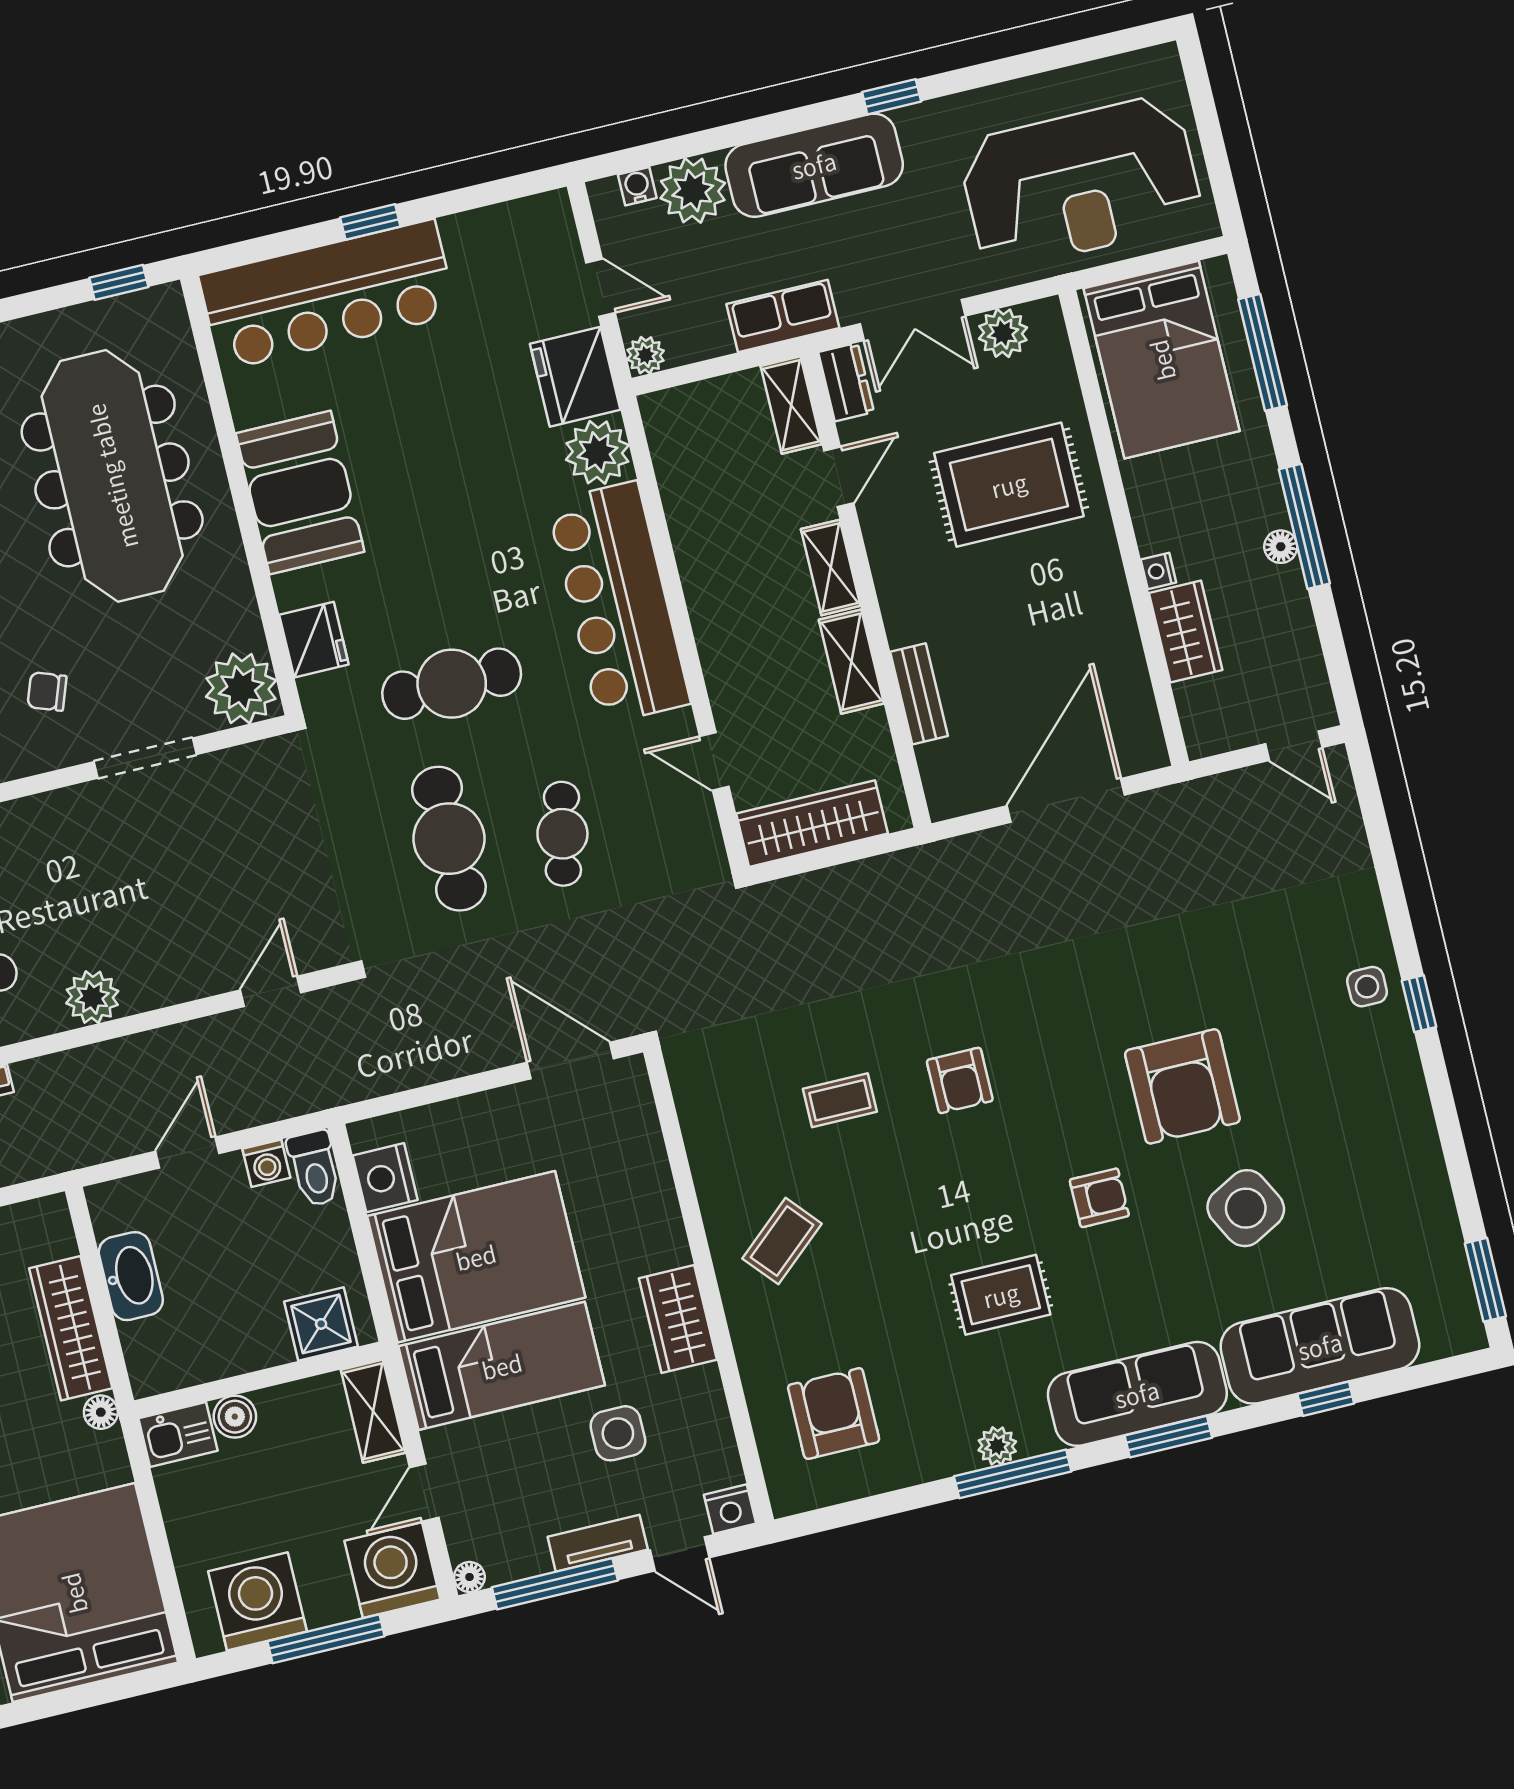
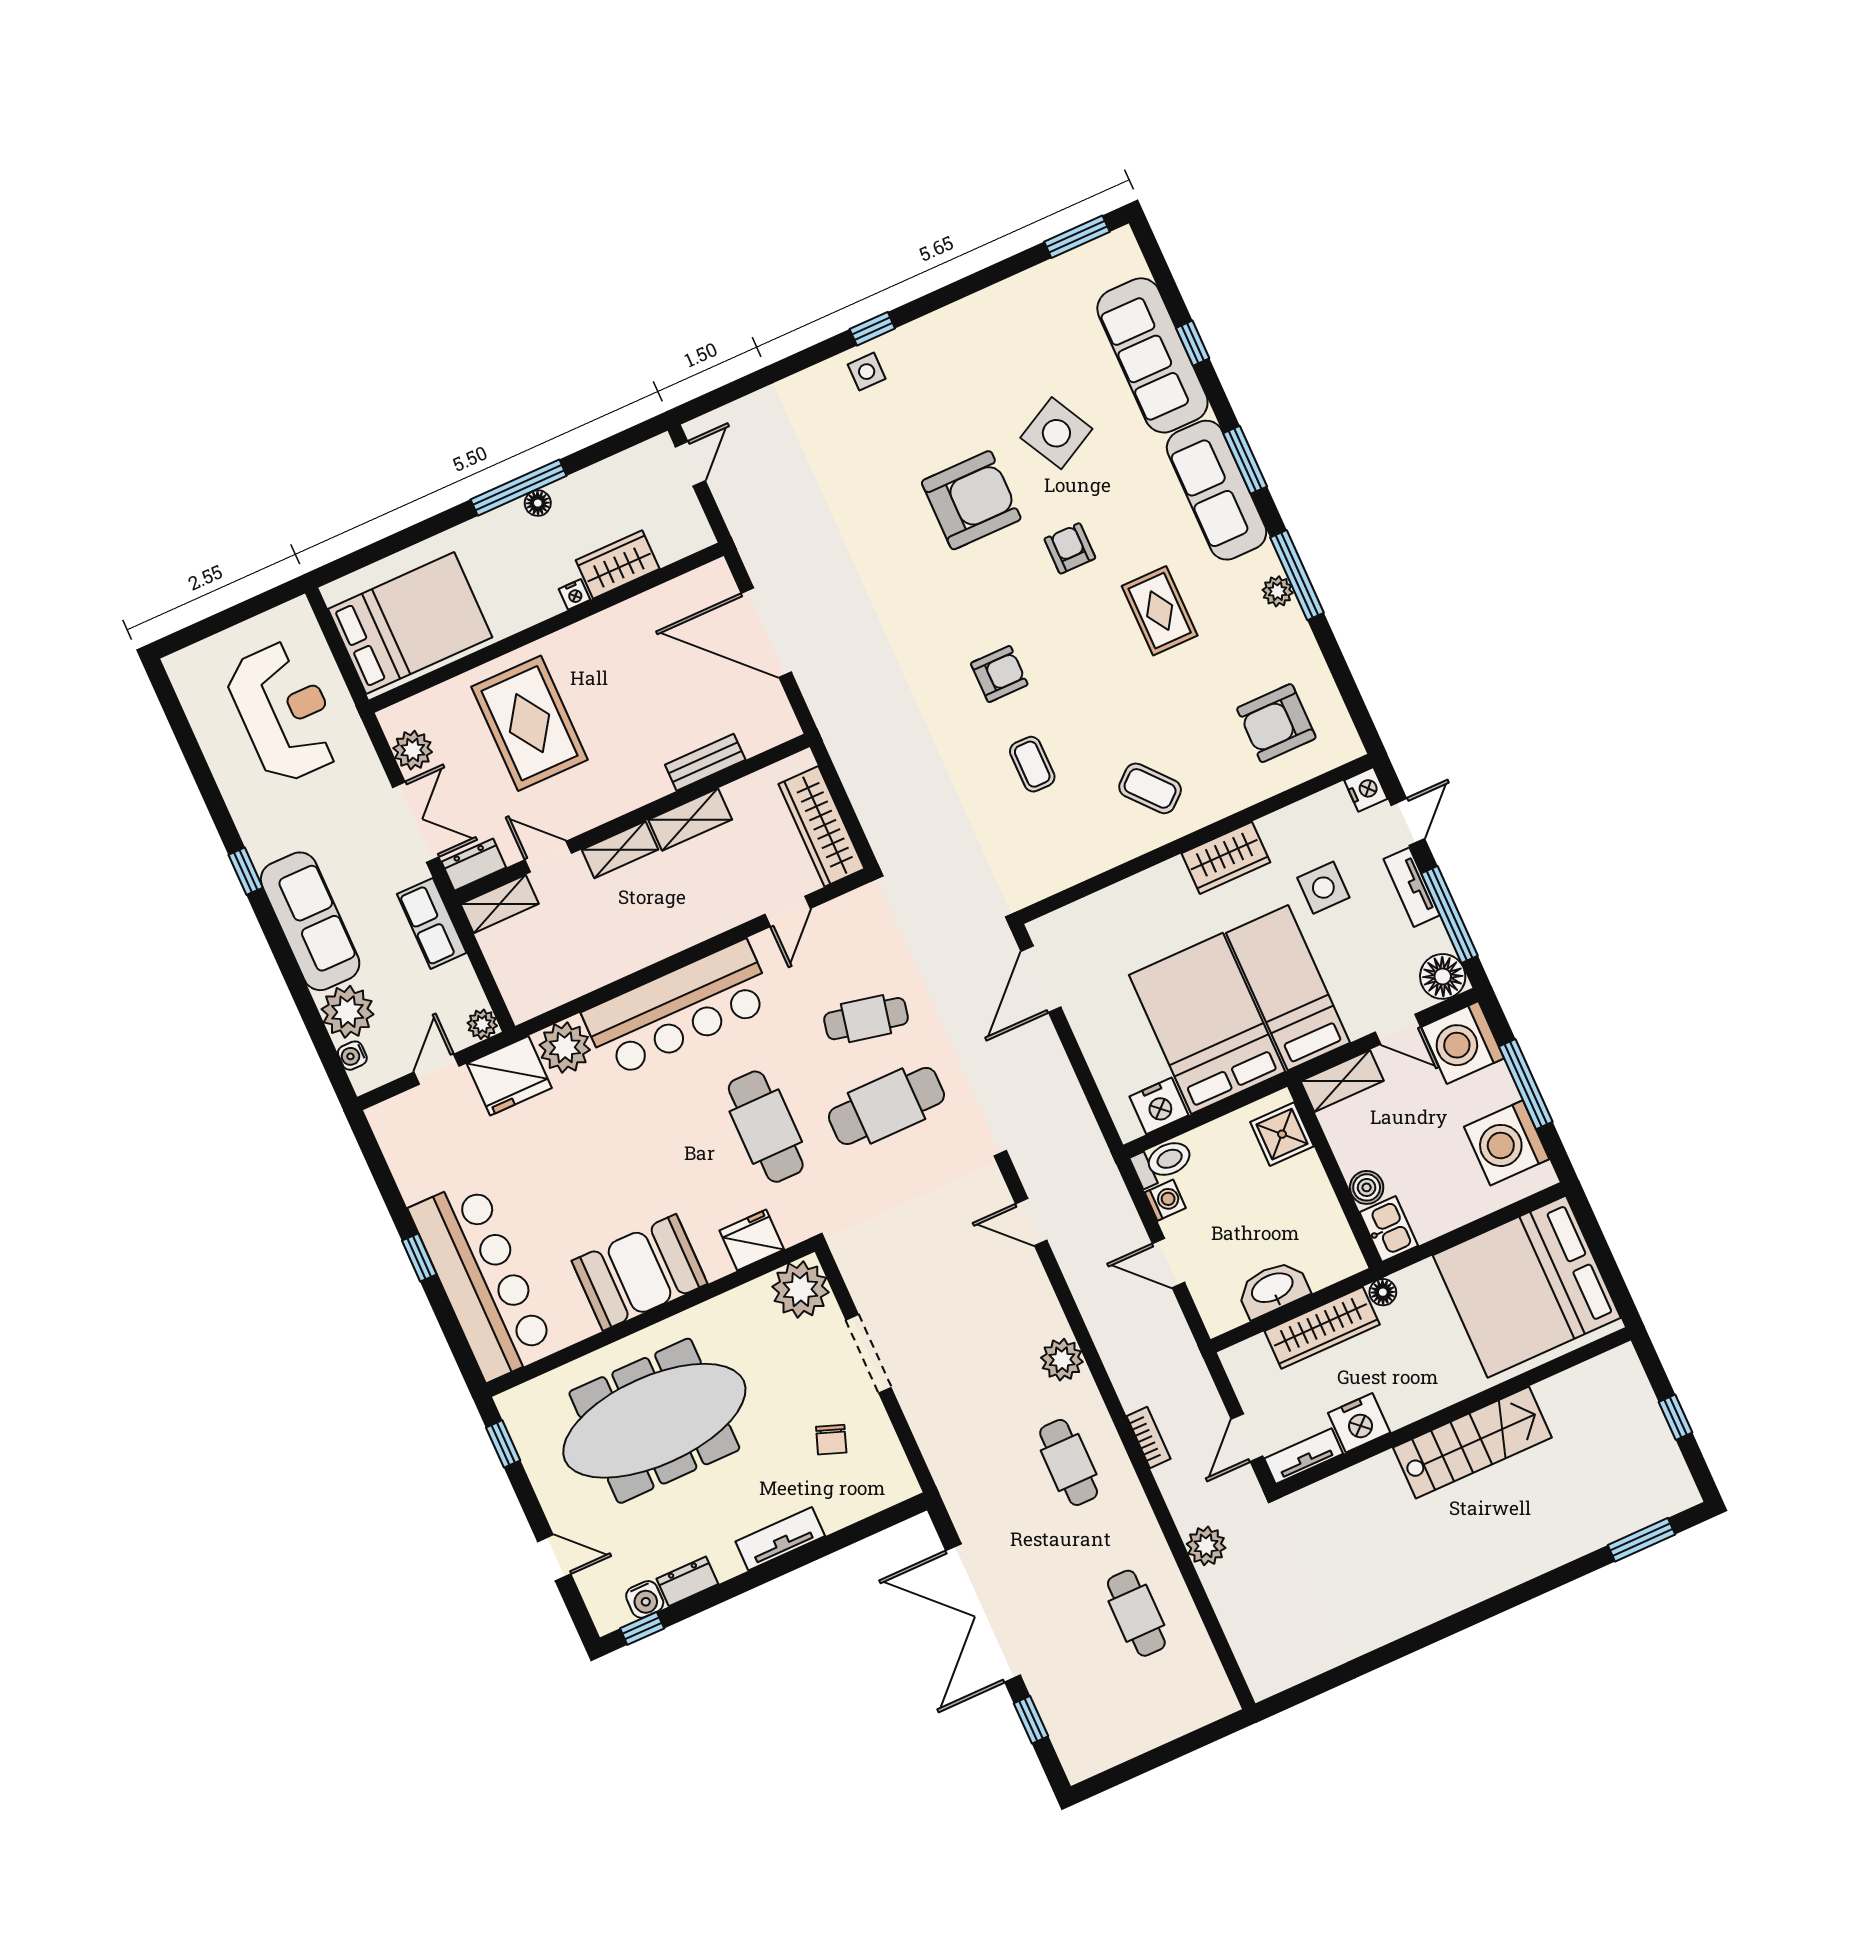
reception desk: (1081, 183) -> (284, 712), width x0.74, depth x0.77
window: (1263, 352) -> (390, 546), removed
floor lamp: (469, 1577) -> (1443, 976), width x1.89, depth x1.89

